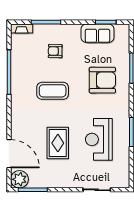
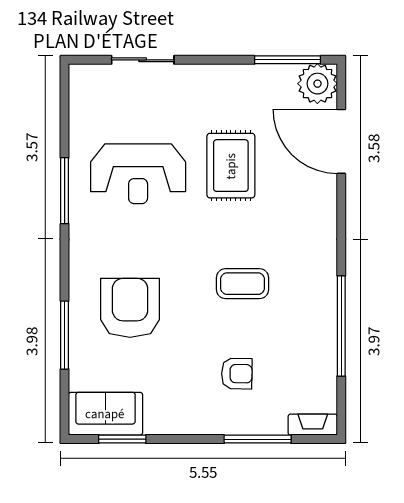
sofa: (97, 33) -> (105, 414), moved
armchair: (102, 80) -> (130, 308), turned 90
coffee table: (53, 91) -> (243, 284), width x0.73, depth x0.76
reception desk: (99, 139) -> (138, 174), turned 90

